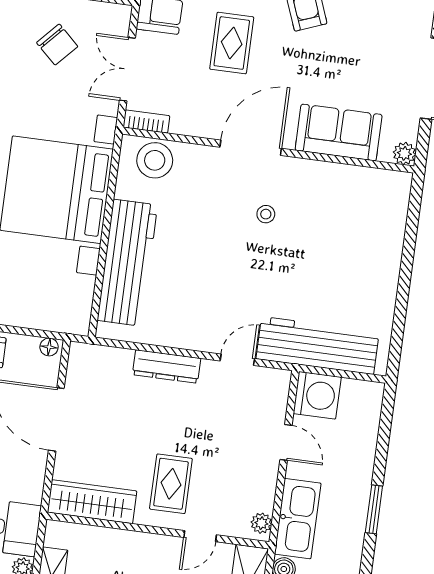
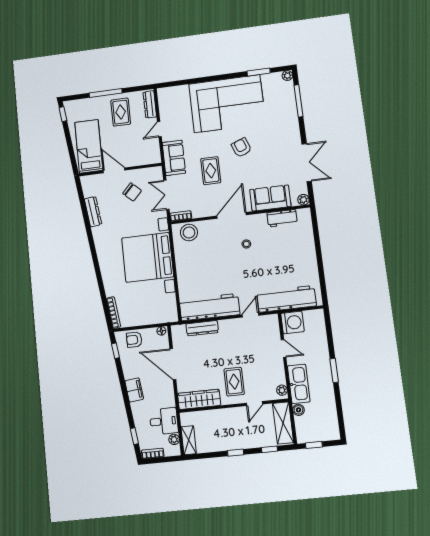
workbench: (352, 180) -> (282, 218), added
workbench: (127, 263) -> (209, 307), moved, turned -90
dresser: (167, 367) -> (202, 328), moved

